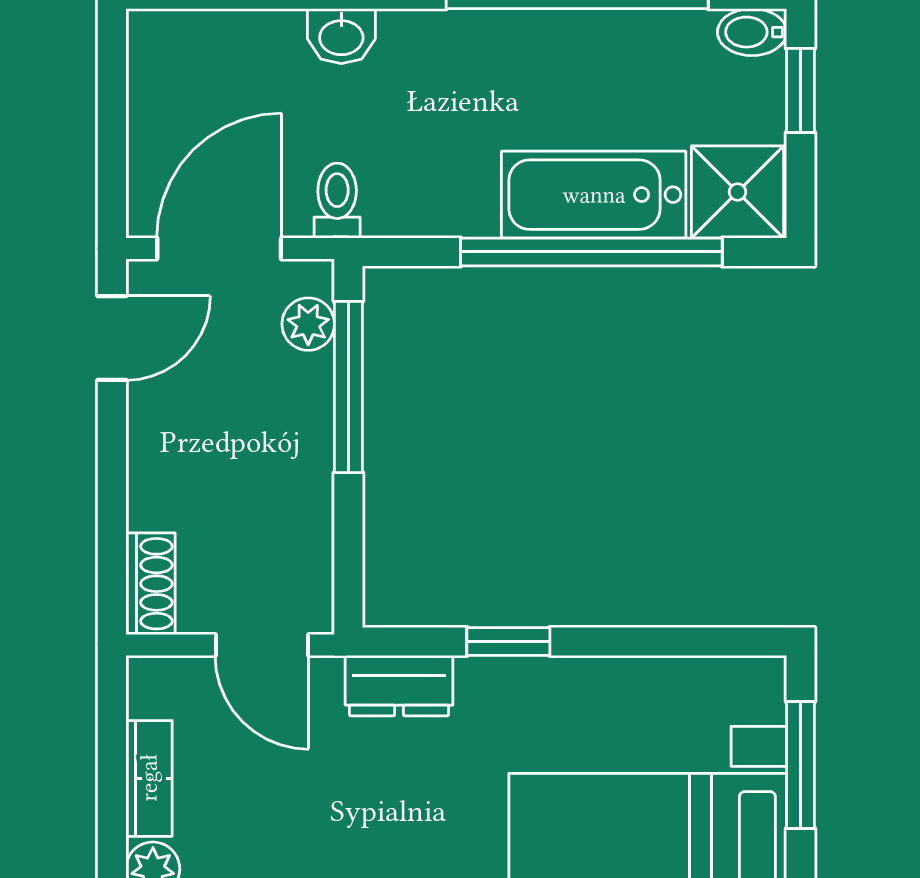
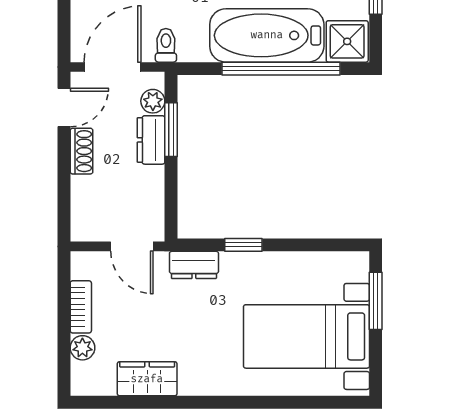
bathtub: (594, 195) -> (267, 35), width x1.36, depth x1.36
window: (348, 387) -> (171, 130), width x0.69
dresser: (304, 410) -> (151, 140), added
shoe rack: (150, 584) -> (81, 151), moved

